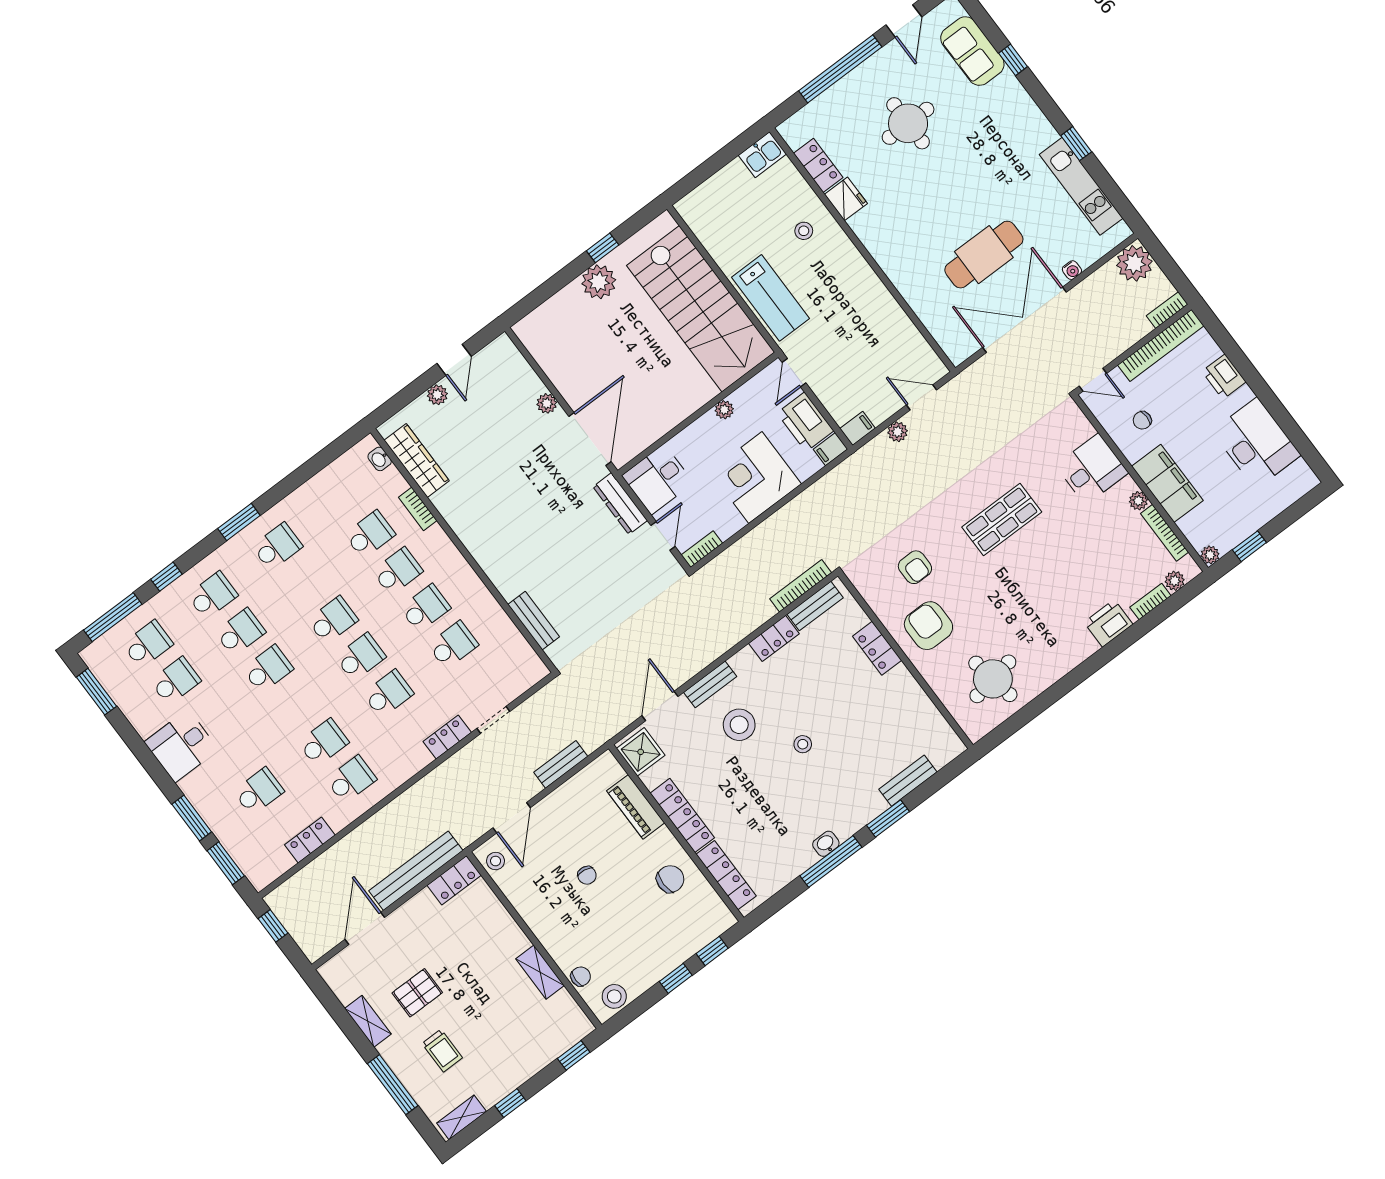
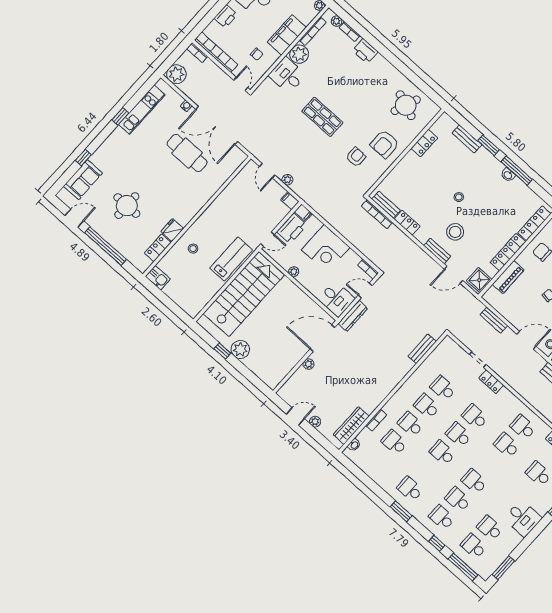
plant: (1138, 501) -> (299, 54), width x1.87, depth x1.87
locker: (877, 648) -> (424, 143), moved
round table: (993, 679) -> (406, 105), turned 31

